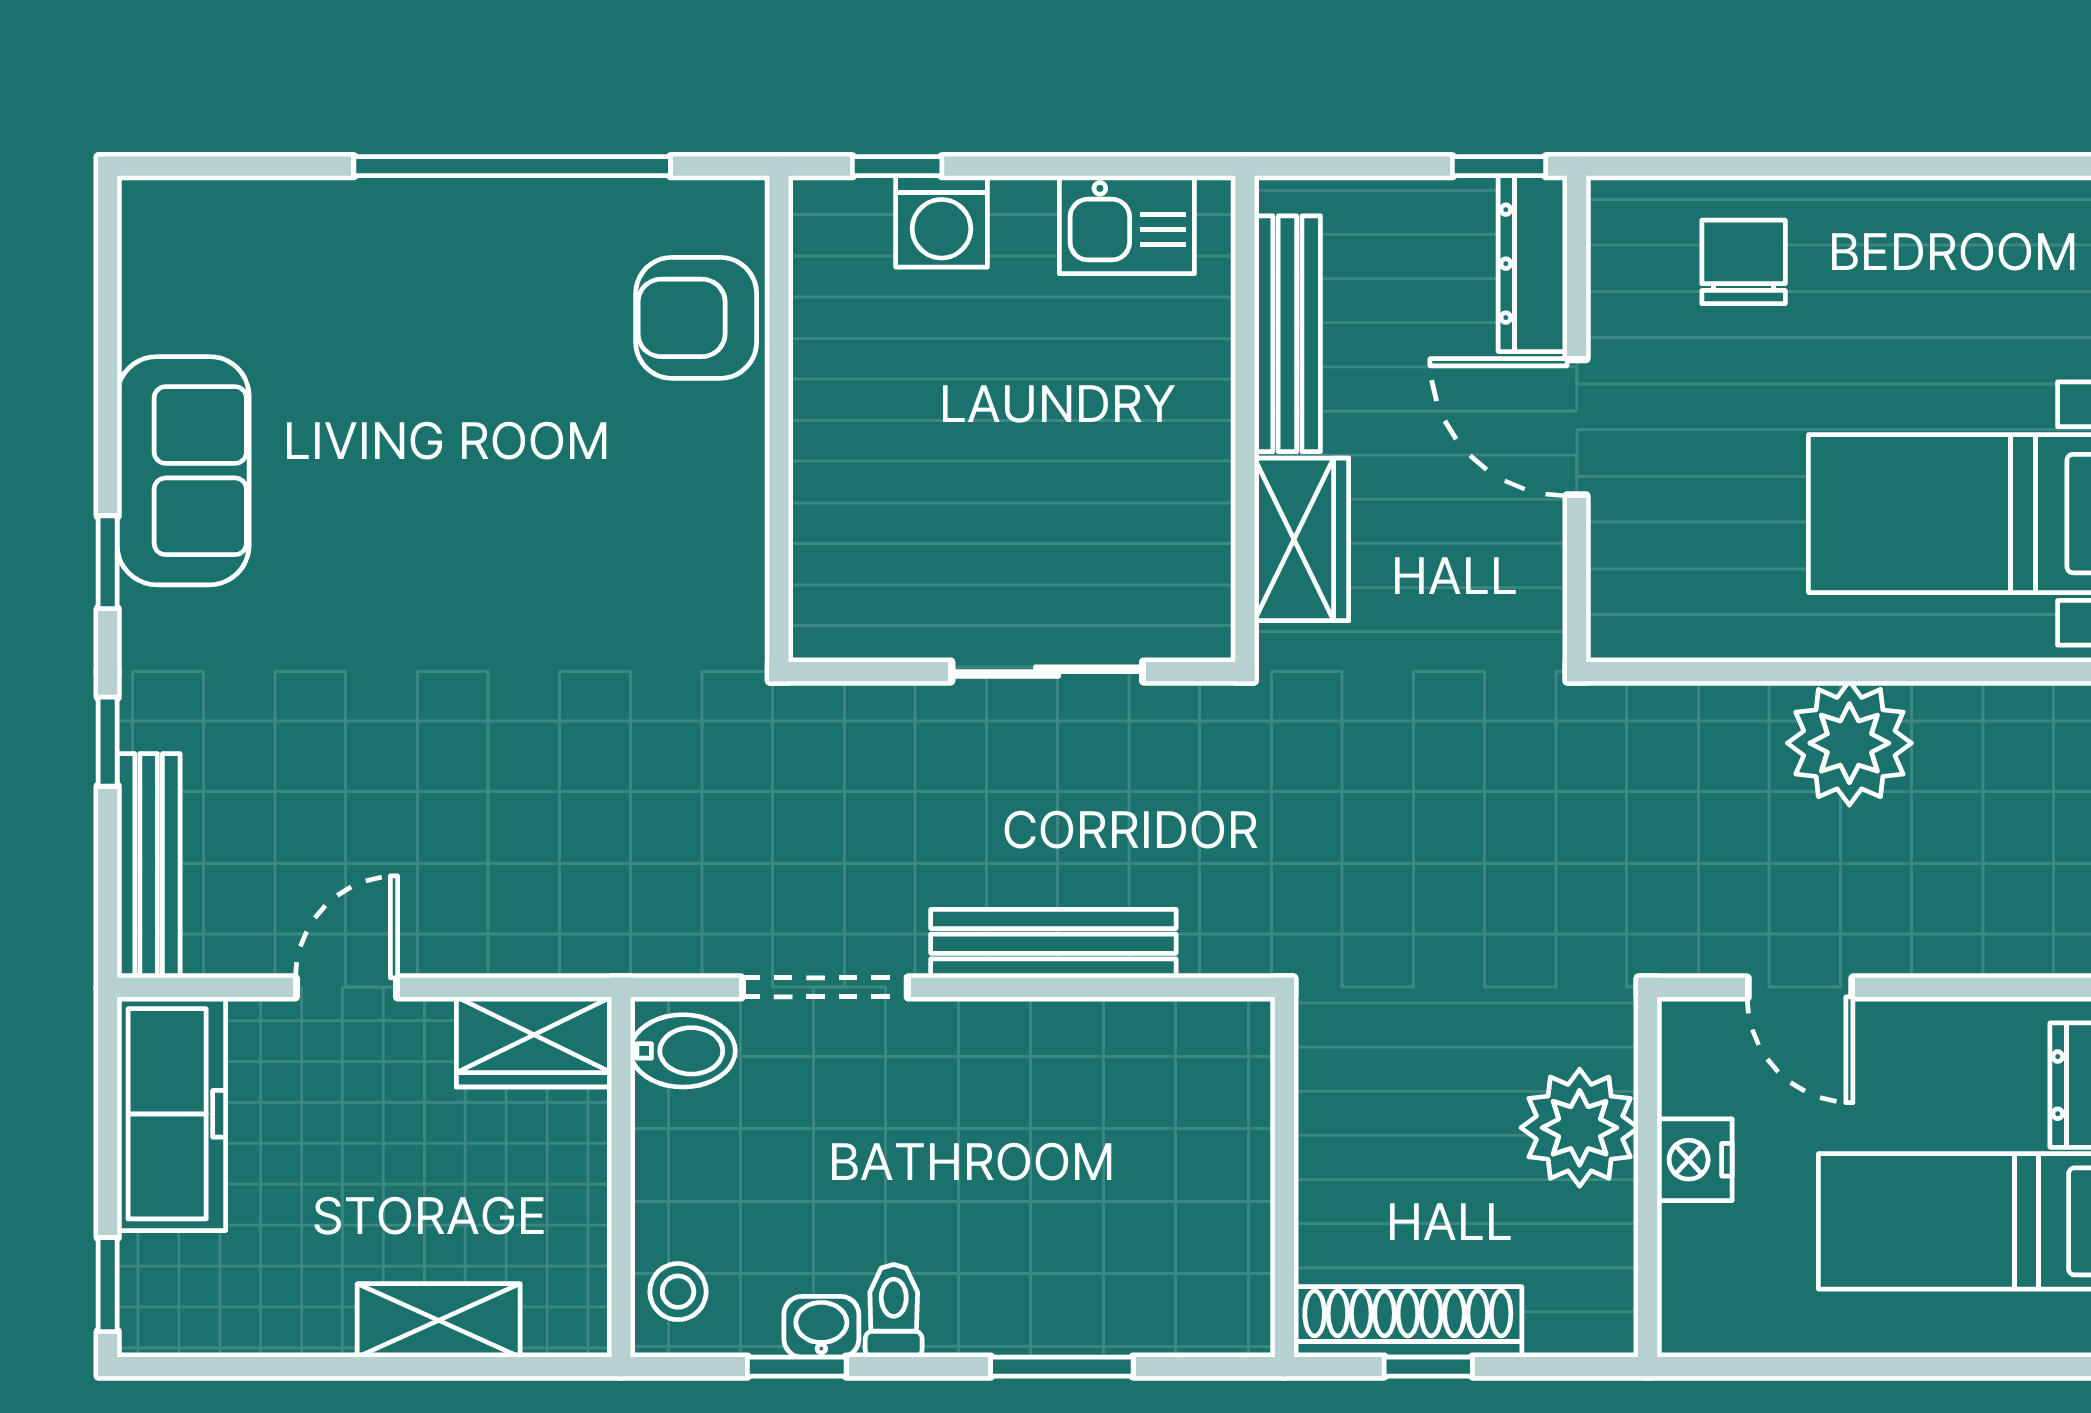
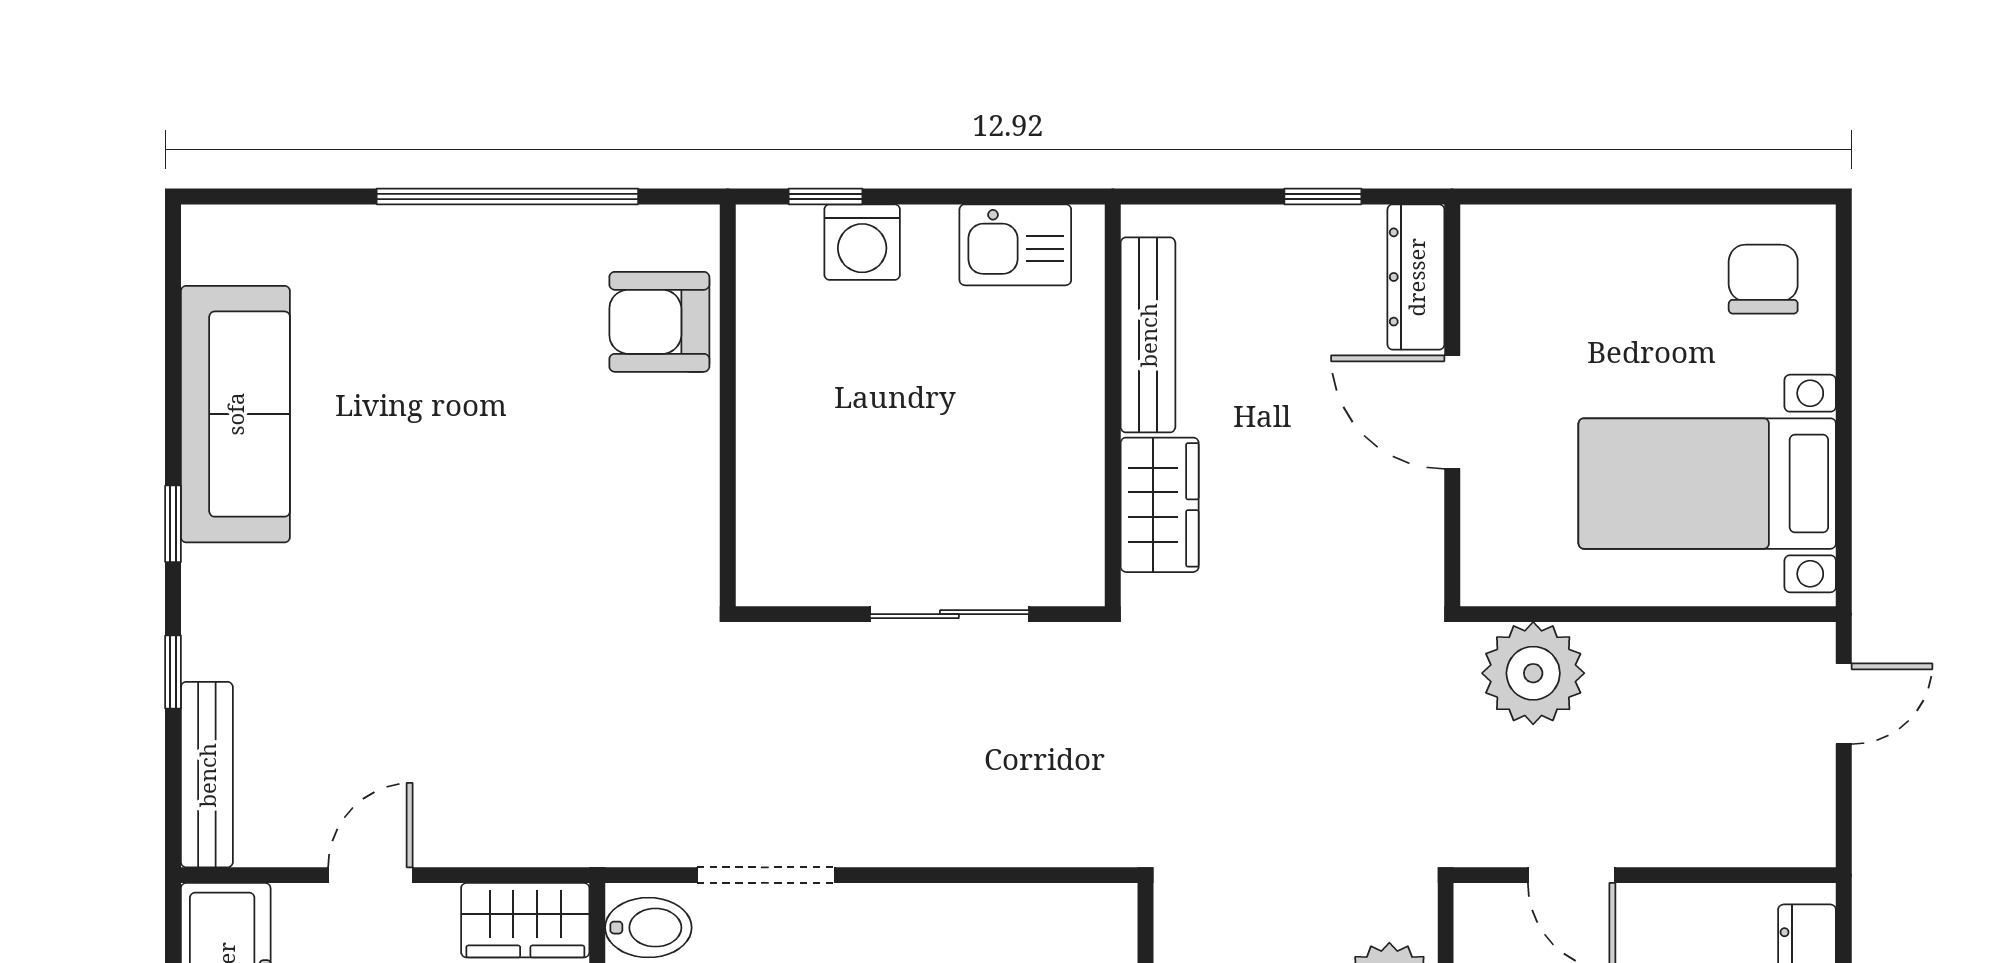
chair: (1744, 262) -> (1763, 279), moved
dresser: (1533, 264) -> (1416, 277), moved
wall: (1577, 419) -> (1452, 405), moved
door: (1577, 427) -> (1452, 412), moved
sofa: (183, 471) -> (235, 414), width x1.36
plant: (1849, 743) -> (1533, 673), moved
bench: (1053, 944) -> (955, 839), removed

